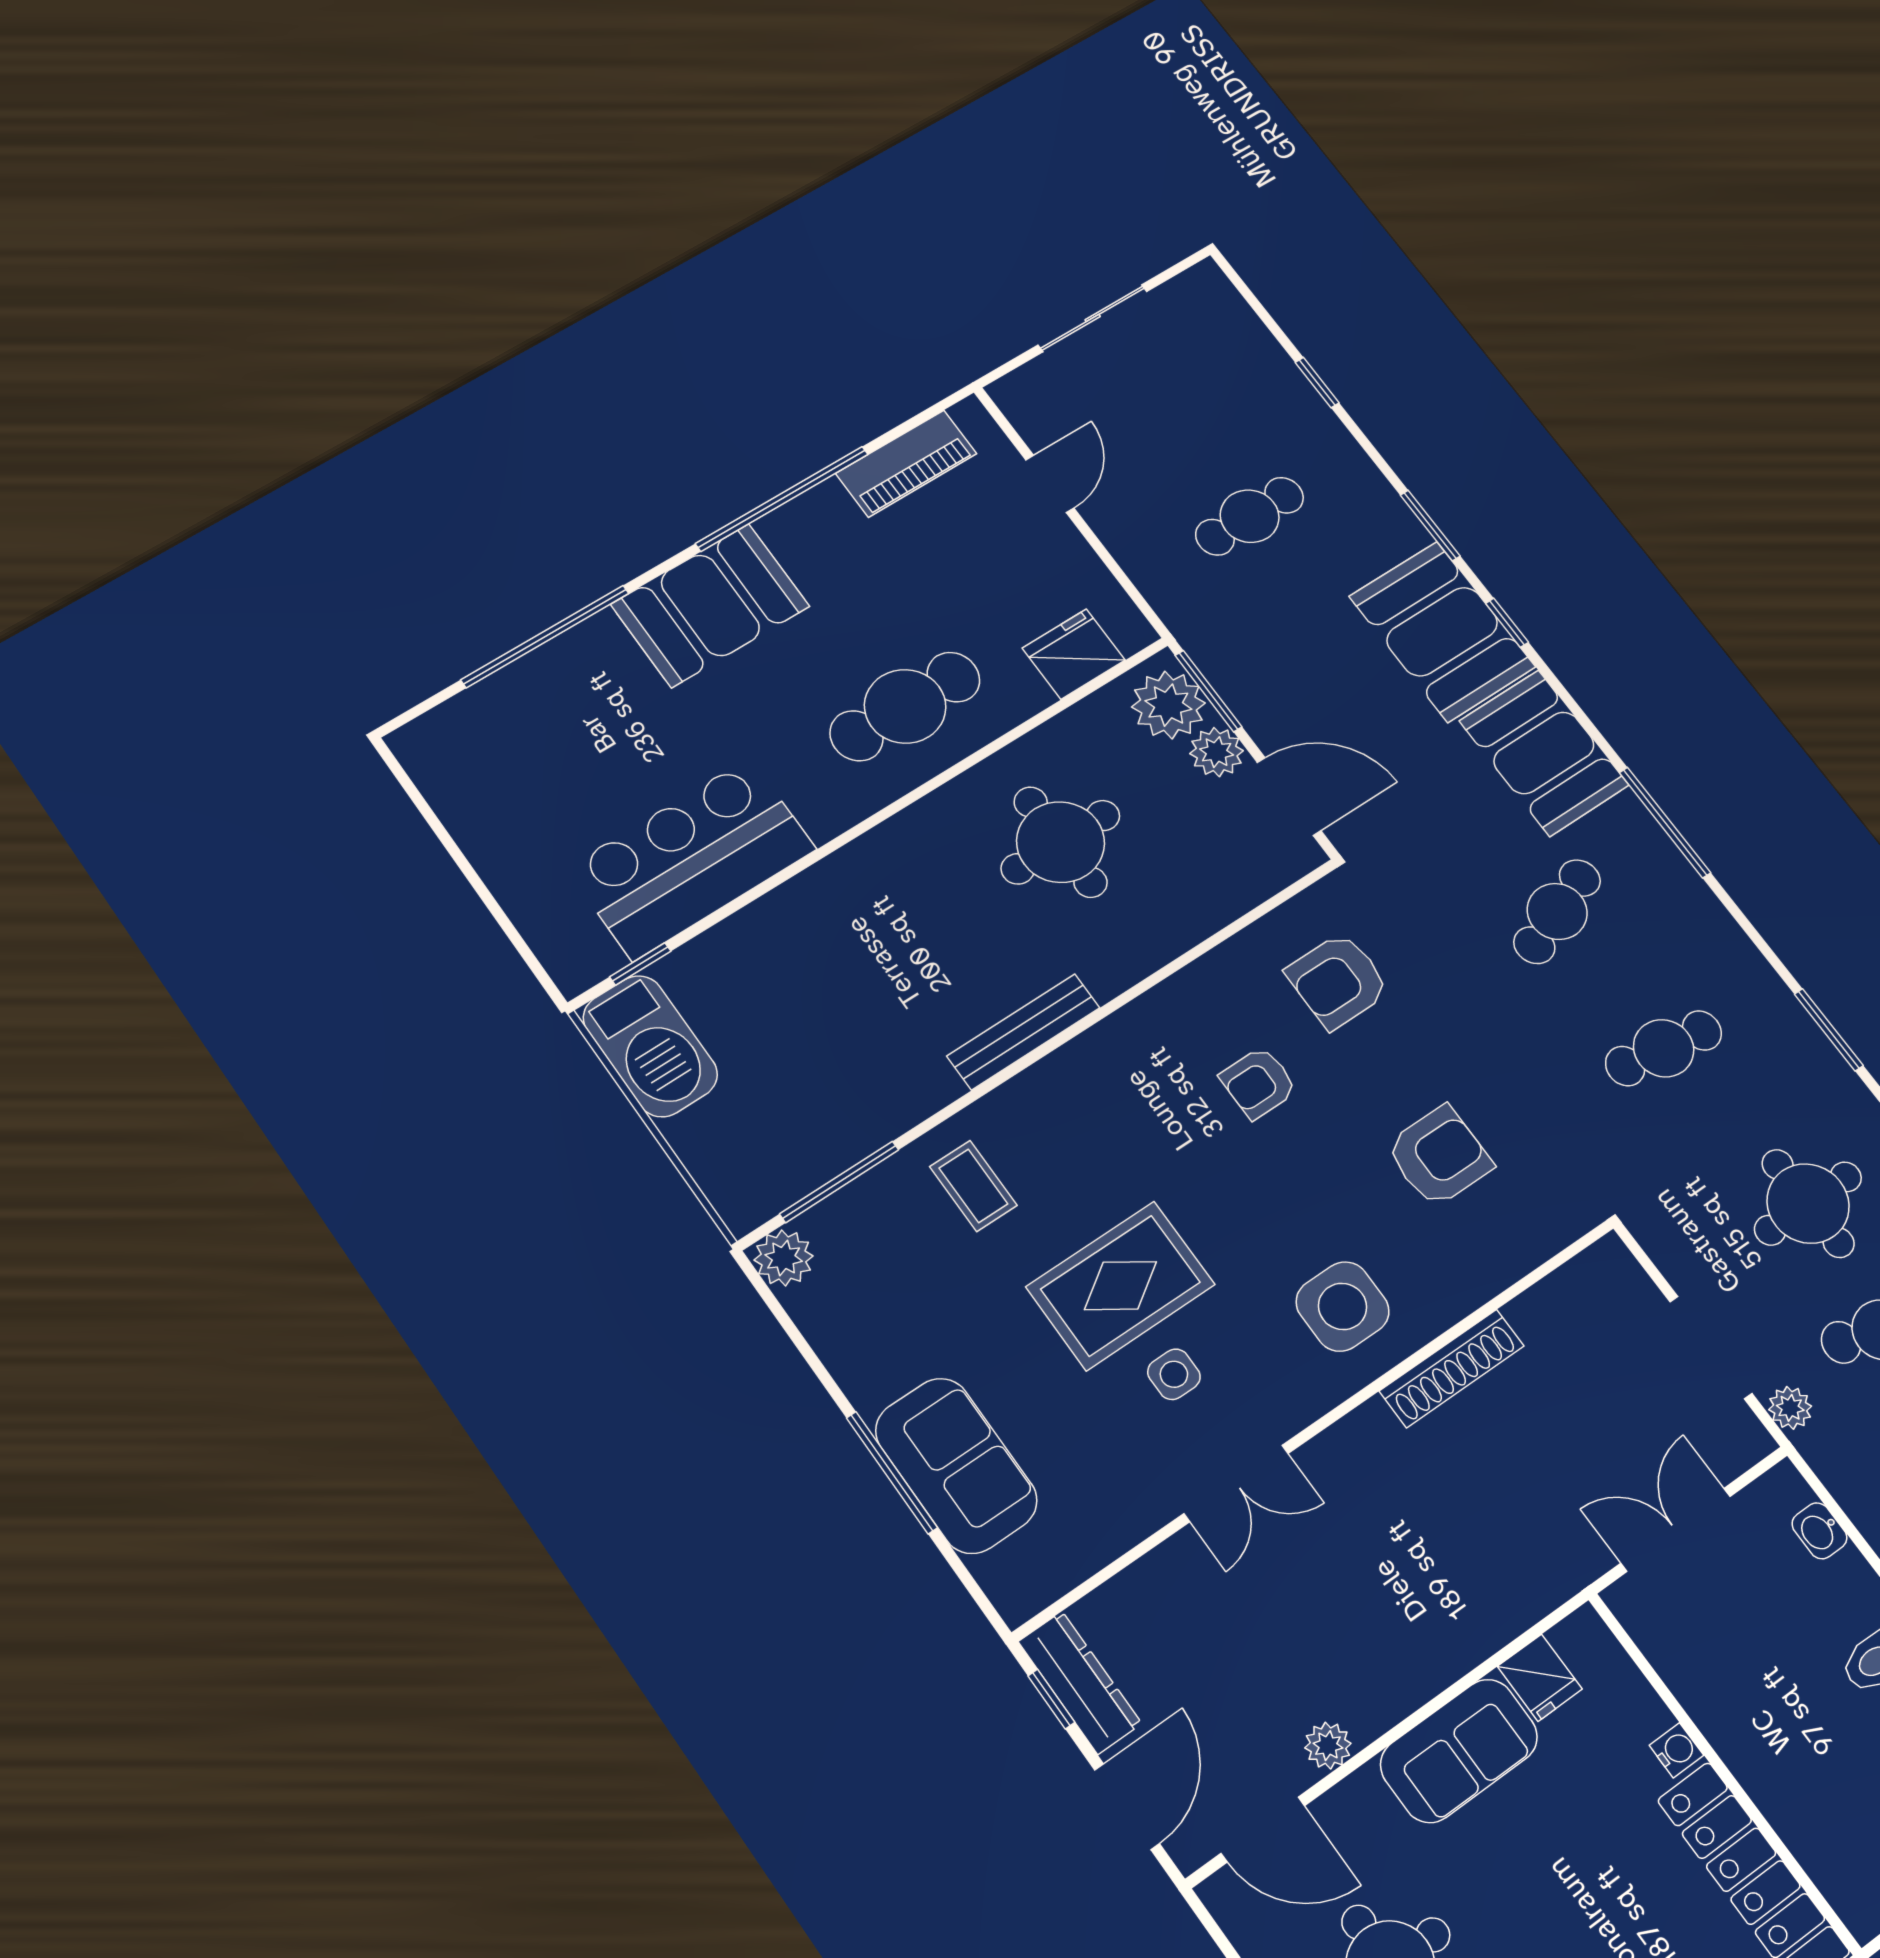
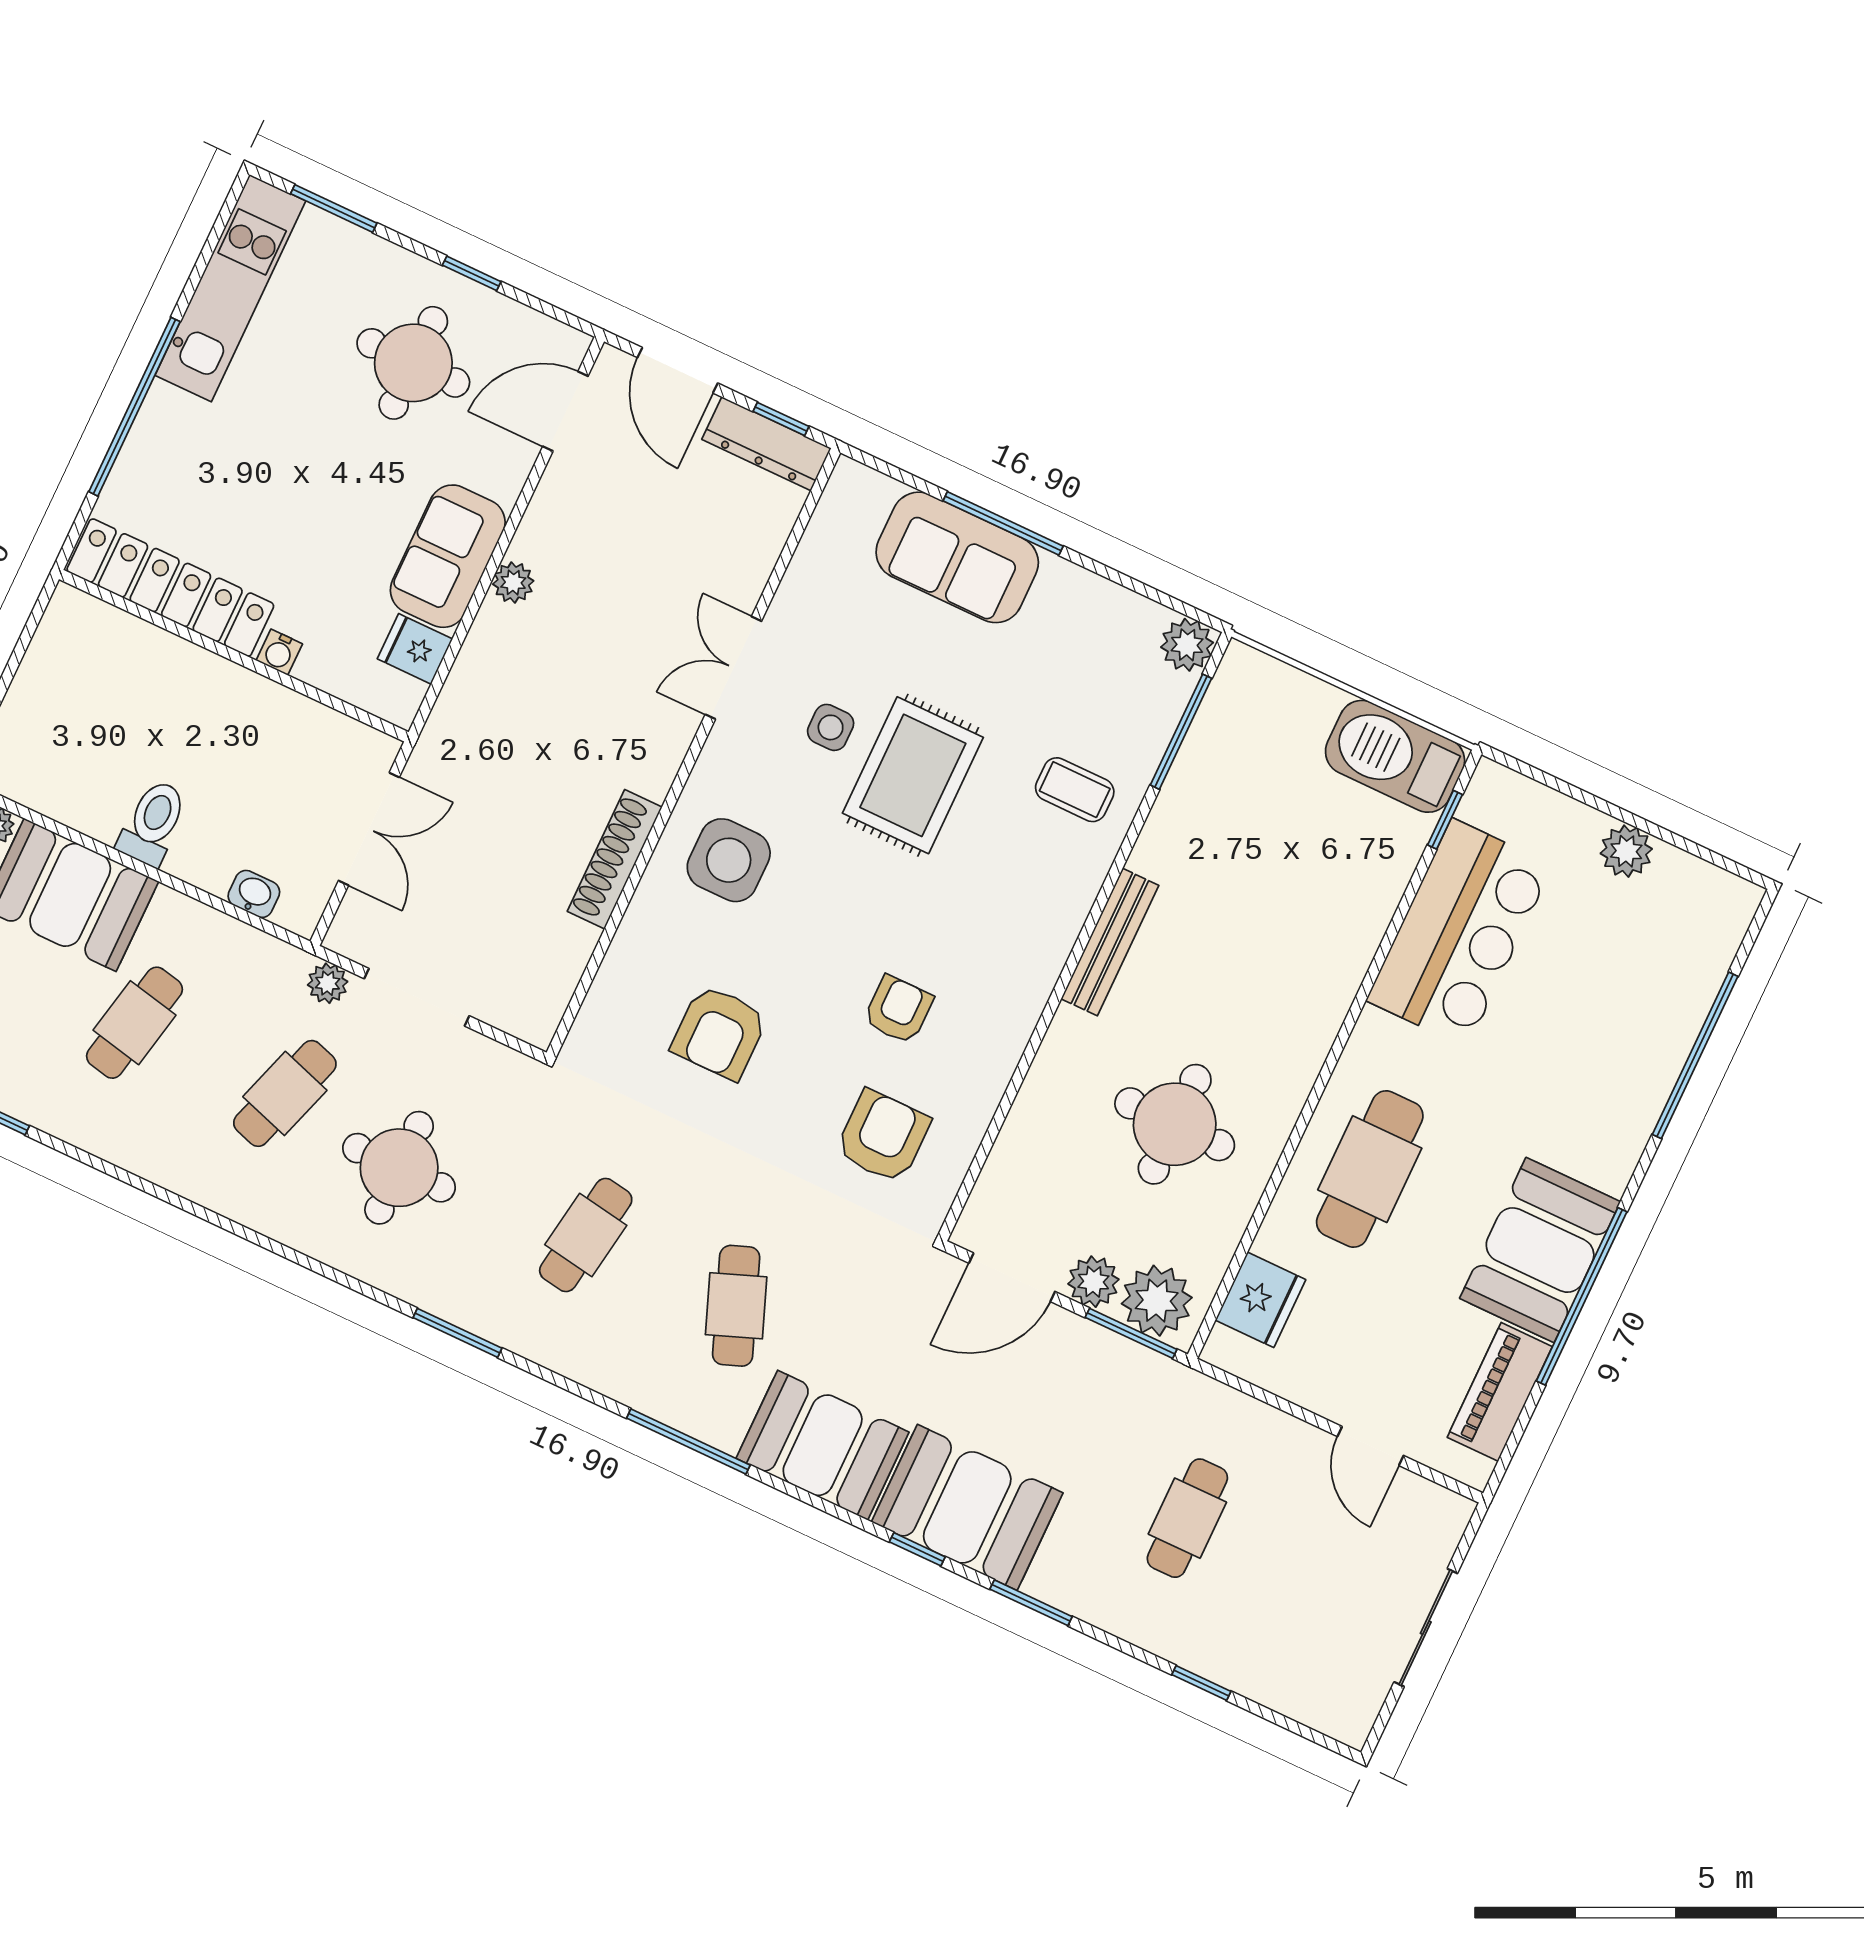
booth: (710, 605) -> (1540, 1250), moved
plant: (489, 843) -> (1626, 851), added
plant: (1328, 1746) -> (513, 582), moved

